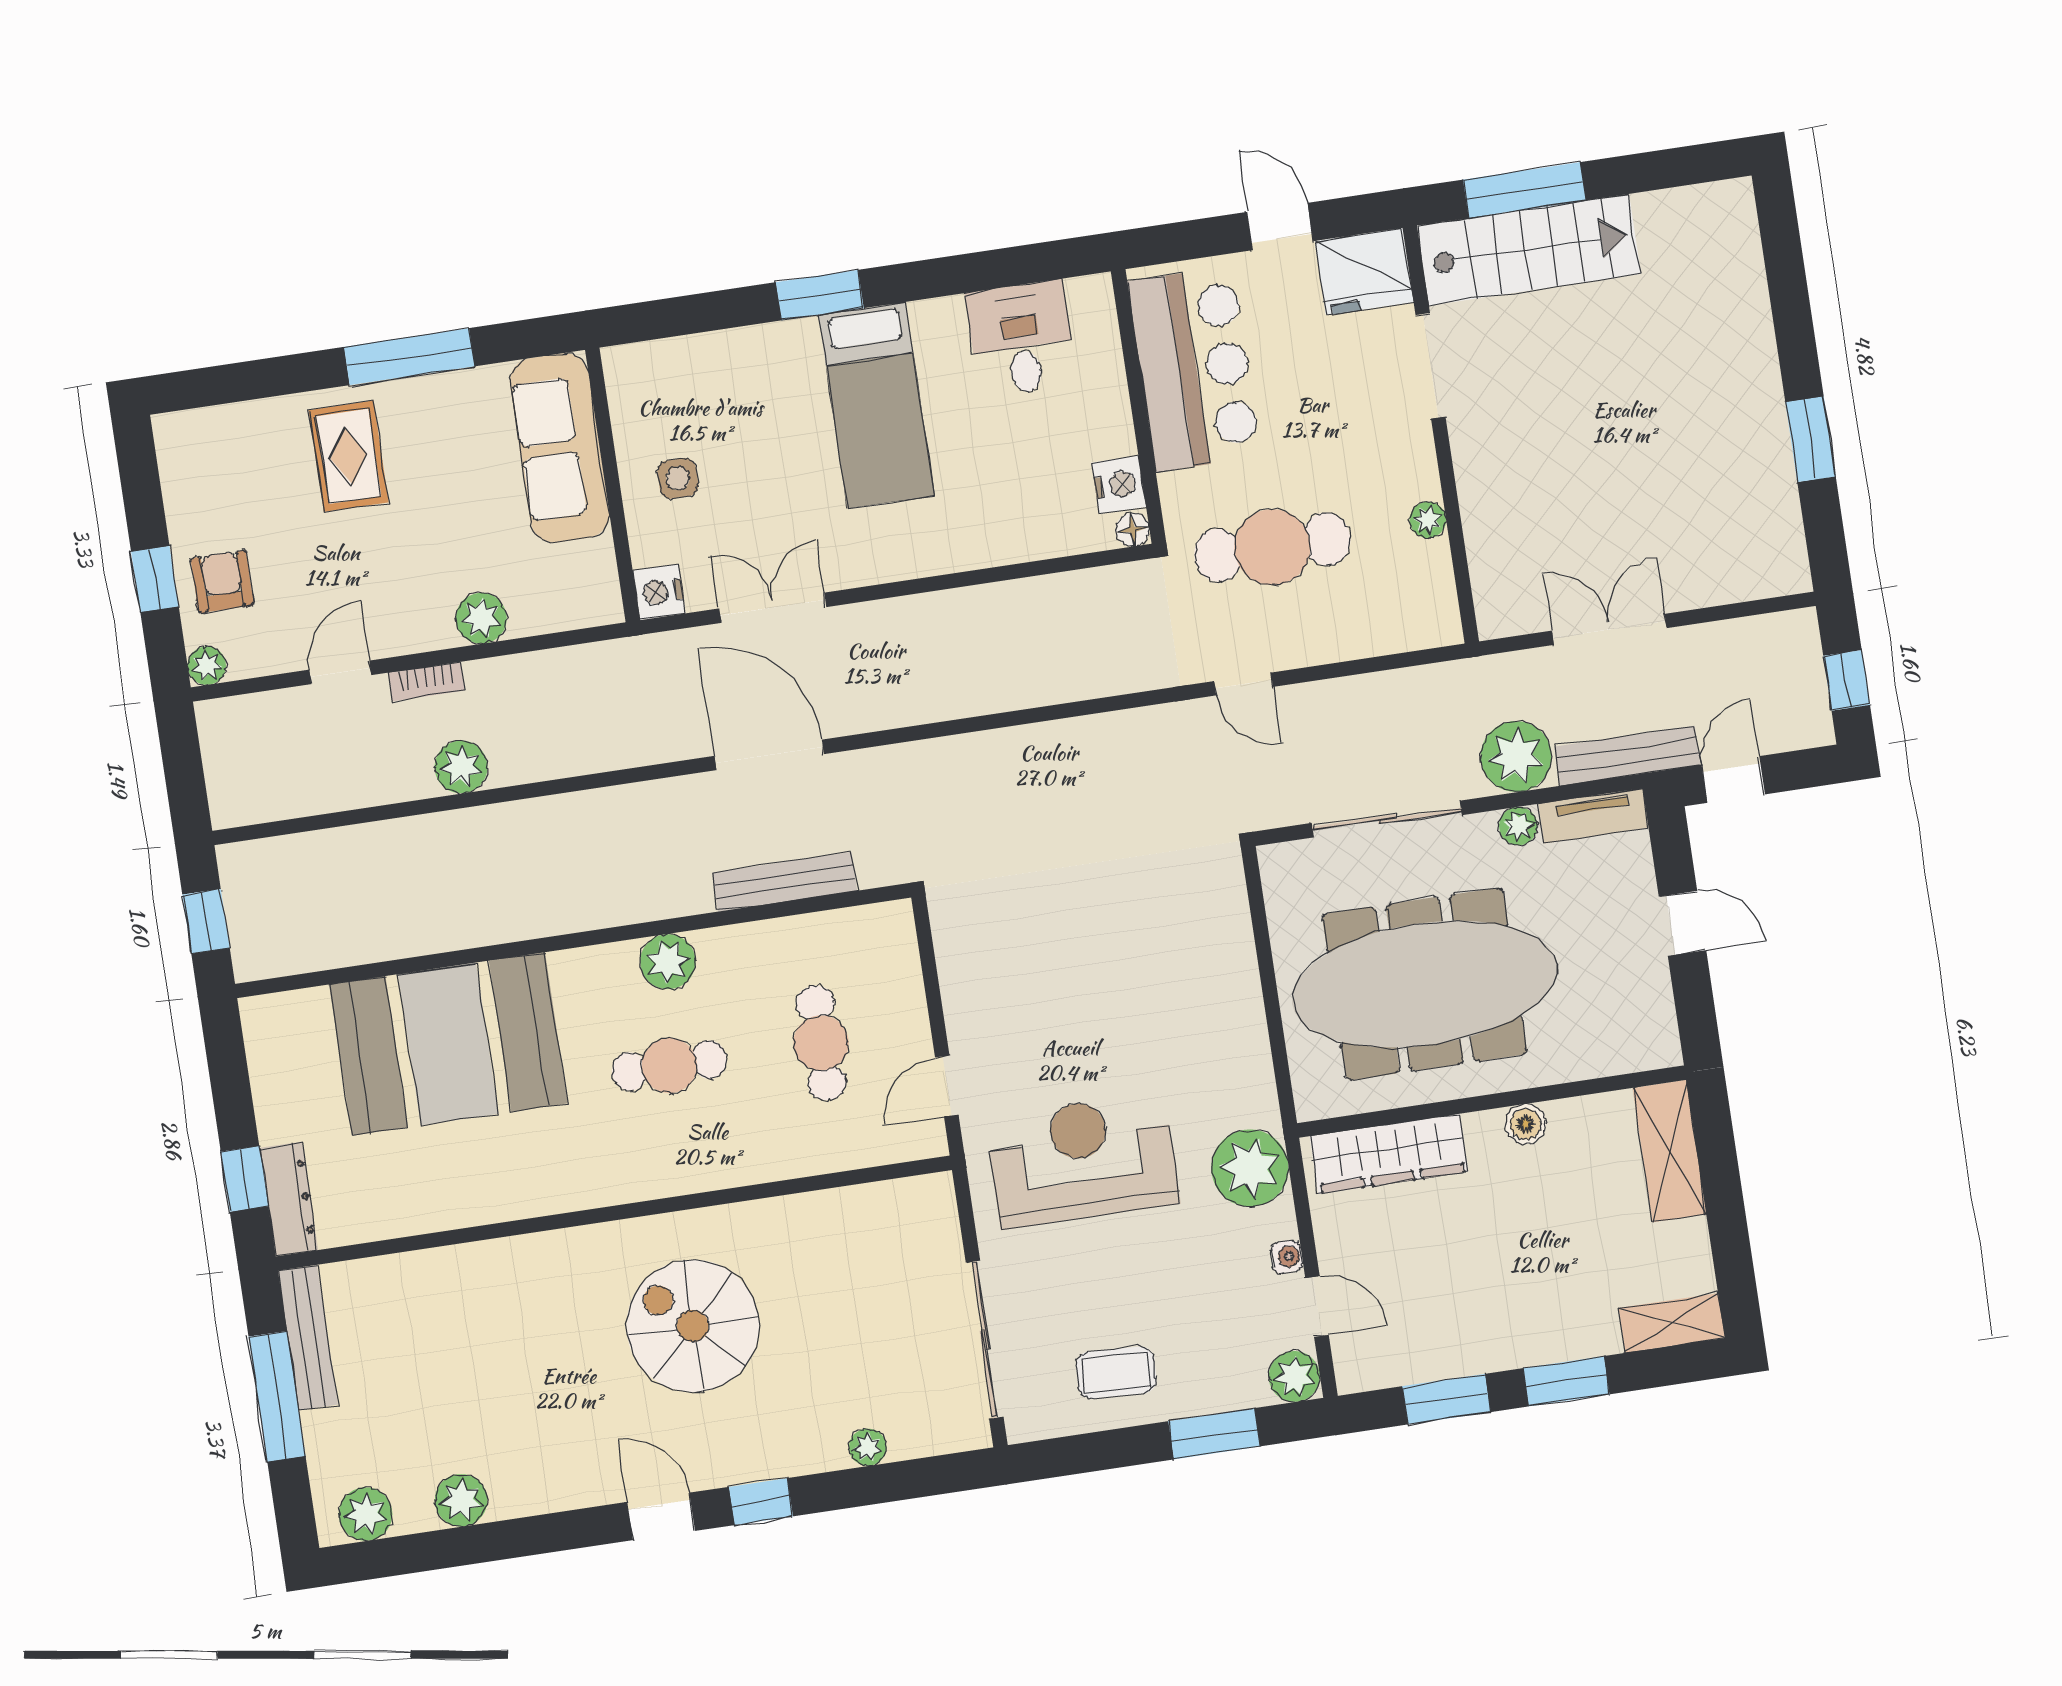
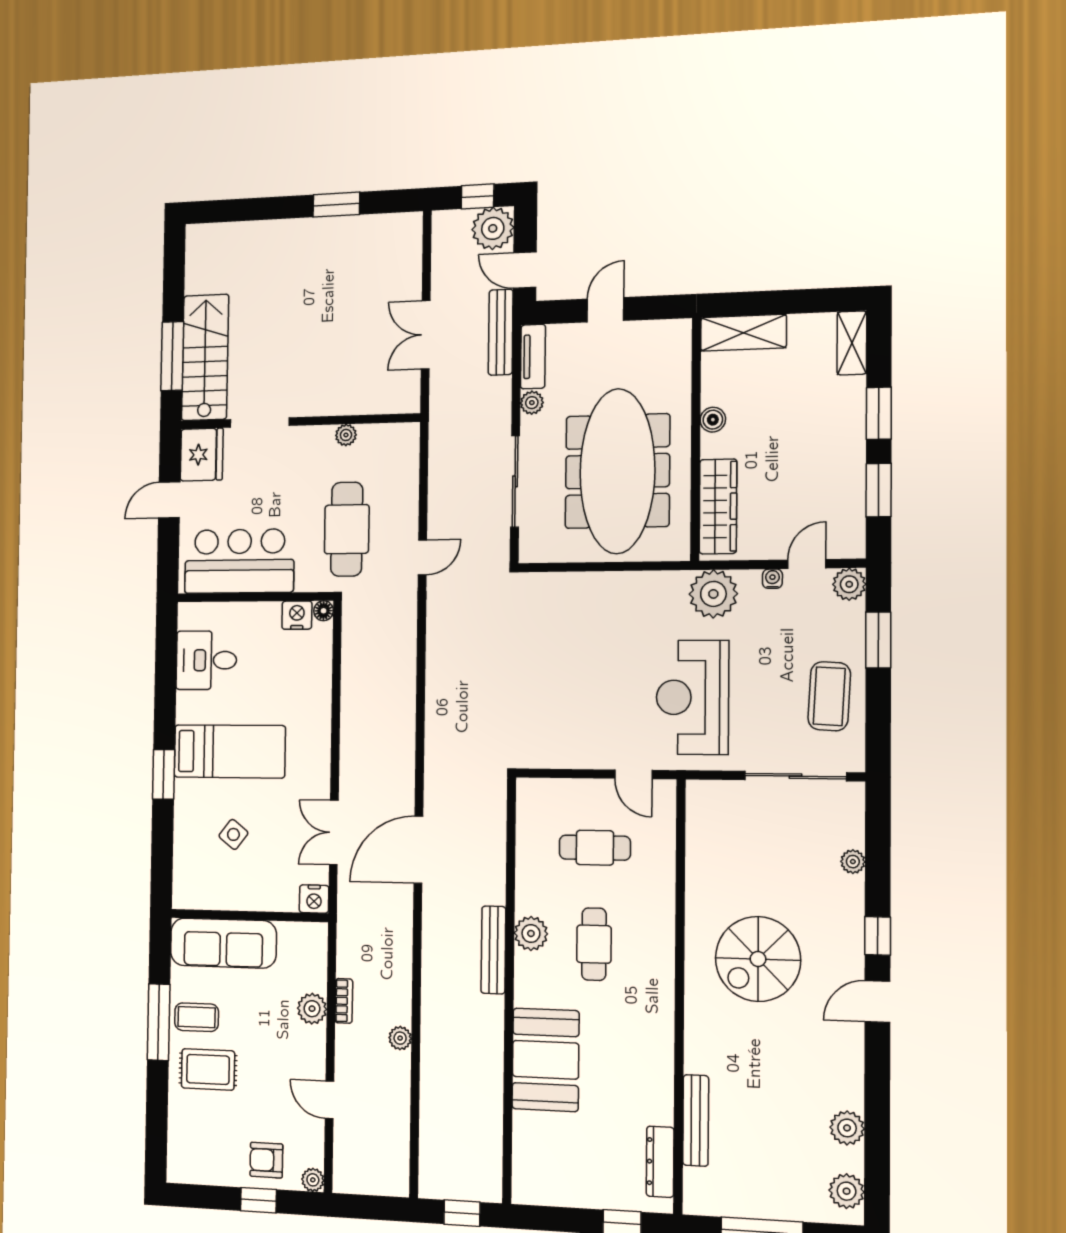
coffee table: (430, 422) -> (197, 1017), added
side table: (678, 478) -> (233, 834), moved, turned 38
bookcase: (426, 682) -> (344, 1001), moved
plant: (1516, 757) -> (493, 228), moved
plant: (461, 767) -> (400, 1038), width x0.73, depth x0.73
bench: (785, 882) -> (493, 950), moved
booth: (448, 1044) -> (546, 1060), width x0.73, depth x0.70
dresser: (289, 1199) -> (660, 1162), moved, turned -90
bench: (308, 1338) -> (696, 1120), moved, turned 90
coffee table: (1116, 1372) -> (829, 696), width x1.36, depth x1.30

